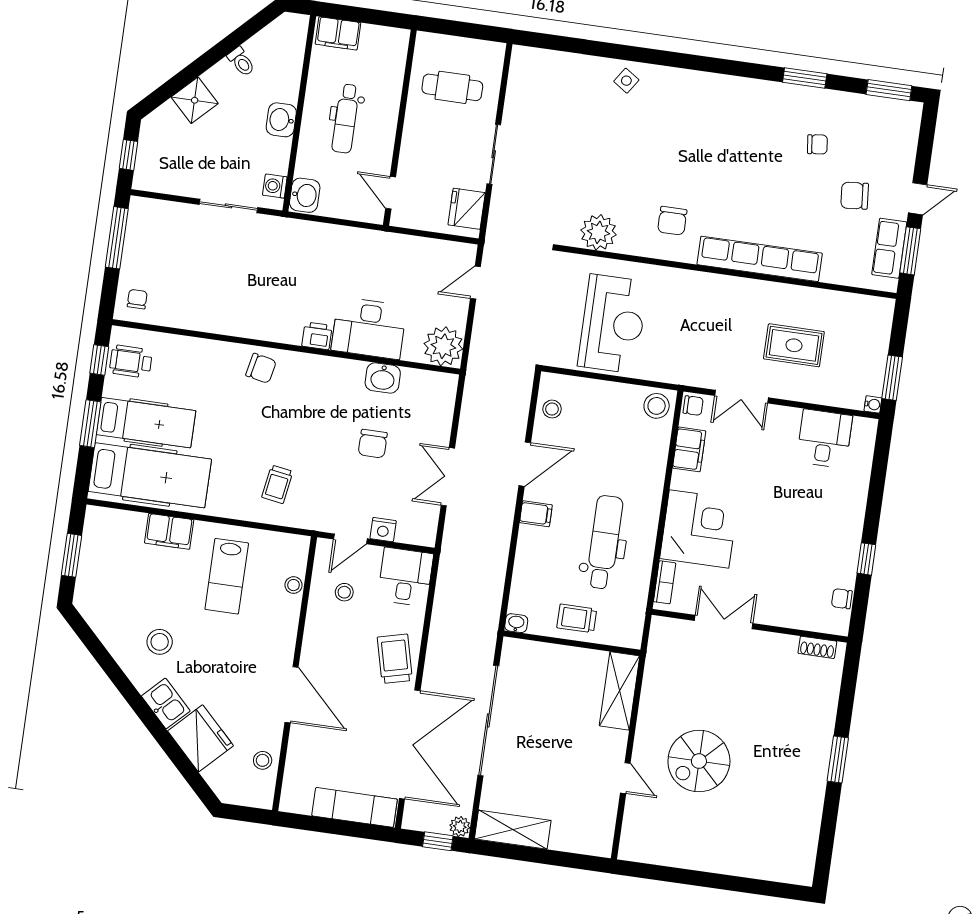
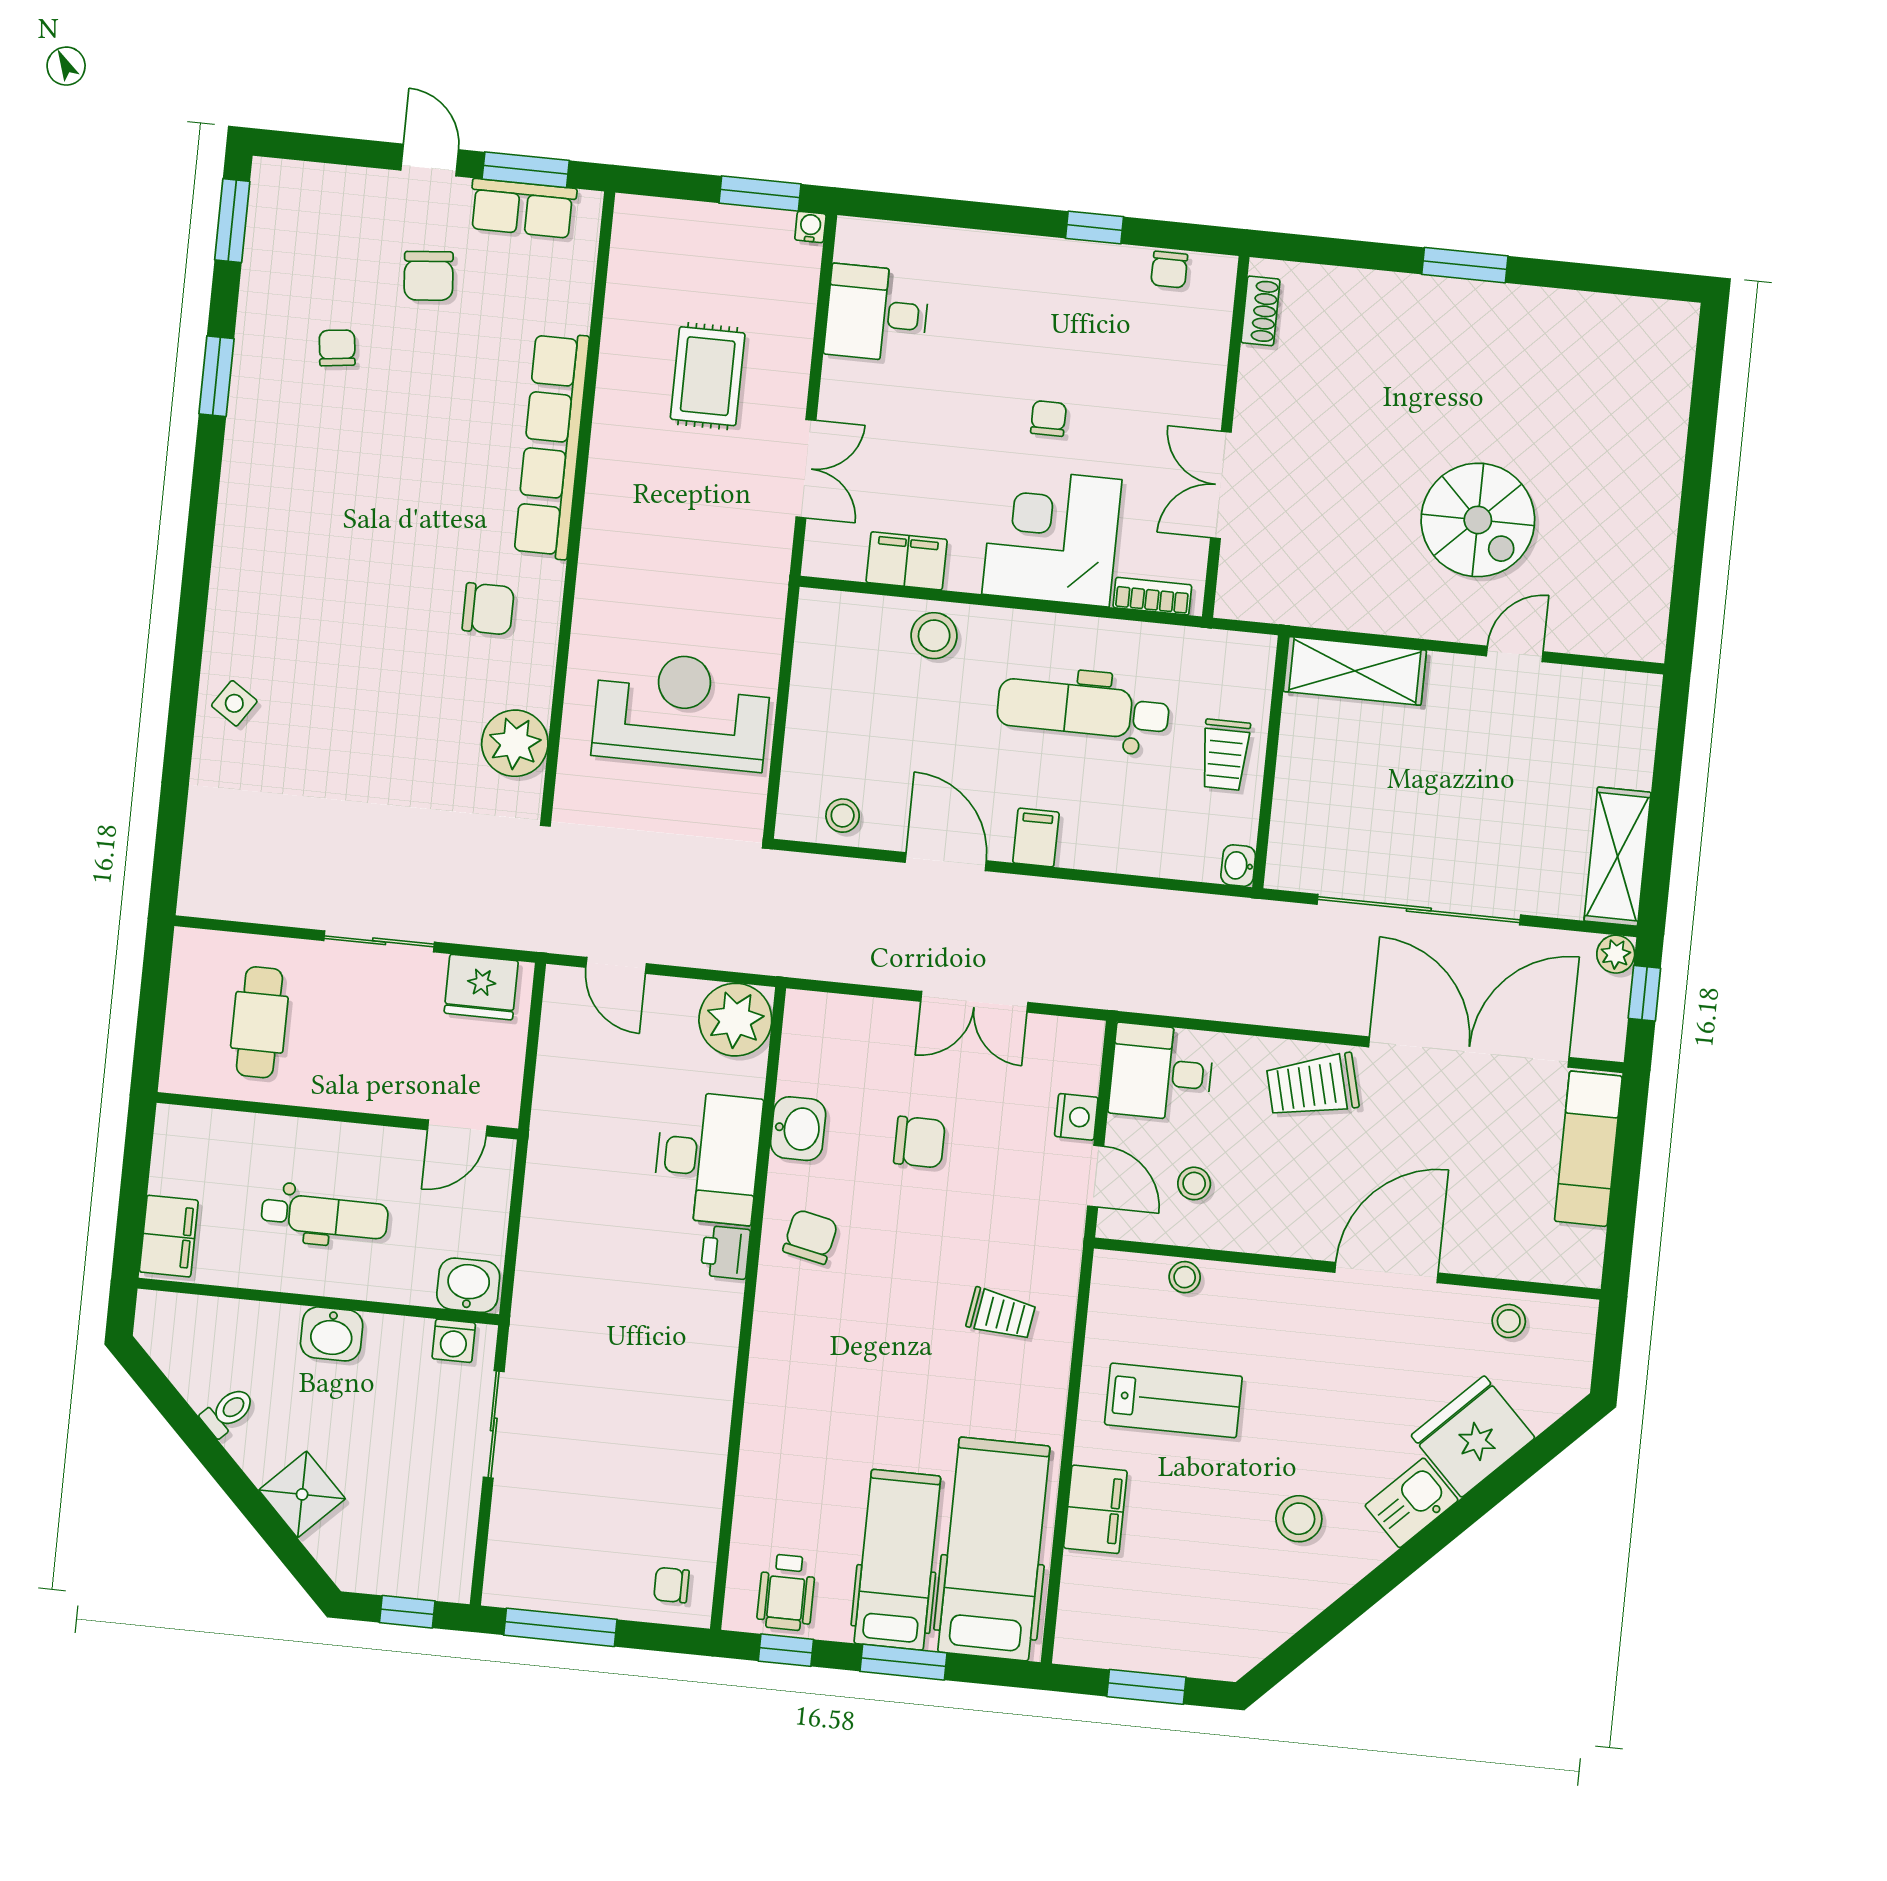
chair: (261, 368) -> (810, 1237), moved
stool: (657, 406) -> (934, 636), moved
chair: (693, 406) -> (1048, 418), moved

